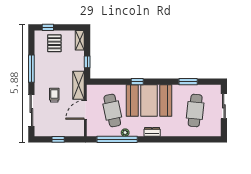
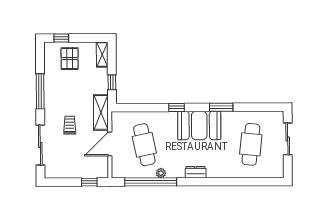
window: (188, 82) -> (221, 107), moved
booth: (149, 100) -> (199, 126), width x0.73, depth x0.70
window: (58, 139) -> (89, 182), moved

